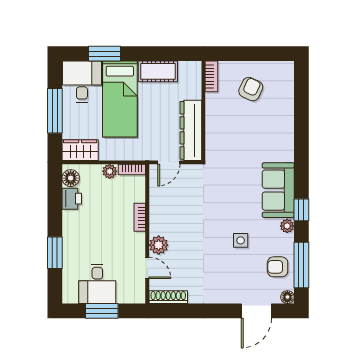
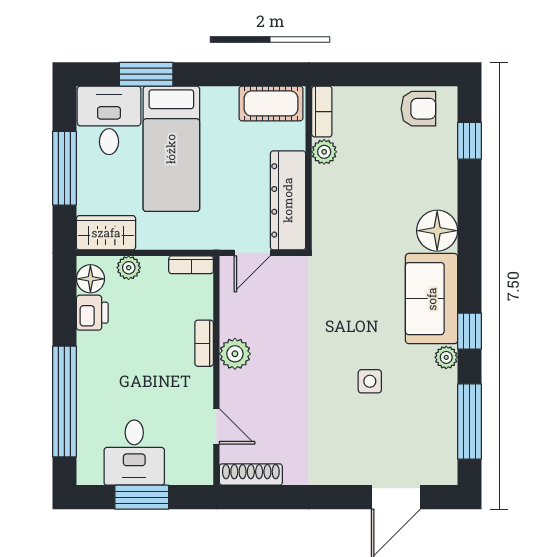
cot: (158, 71) -> (271, 103), moved
armchair: (251, 89) -> (418, 109), moved, turned 65
window: (301, 94) -> (470, 141), added
plant: (213, 101) -> (324, 152), added
plant: (110, 171) -> (129, 268), moved
plant: (159, 245) -> (235, 354), moved
window: (55, 253) -> (64, 402), width x2.11
armchair: (278, 267) -> (431, 425), removed
floor lamp: (287, 297) -> (437, 231), moved, width x1.89, depth x1.89

